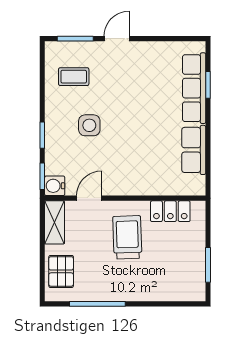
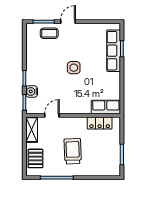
coffee table: (74, 77) -> (49, 33), moved
side table: (89, 125) -> (74, 68), moved
row of seats: (194, 150) -> (106, 107), moved, turned 90
water cooler: (55, 186) -> (32, 91), moved
trolley: (127, 237) -> (73, 151), moved

